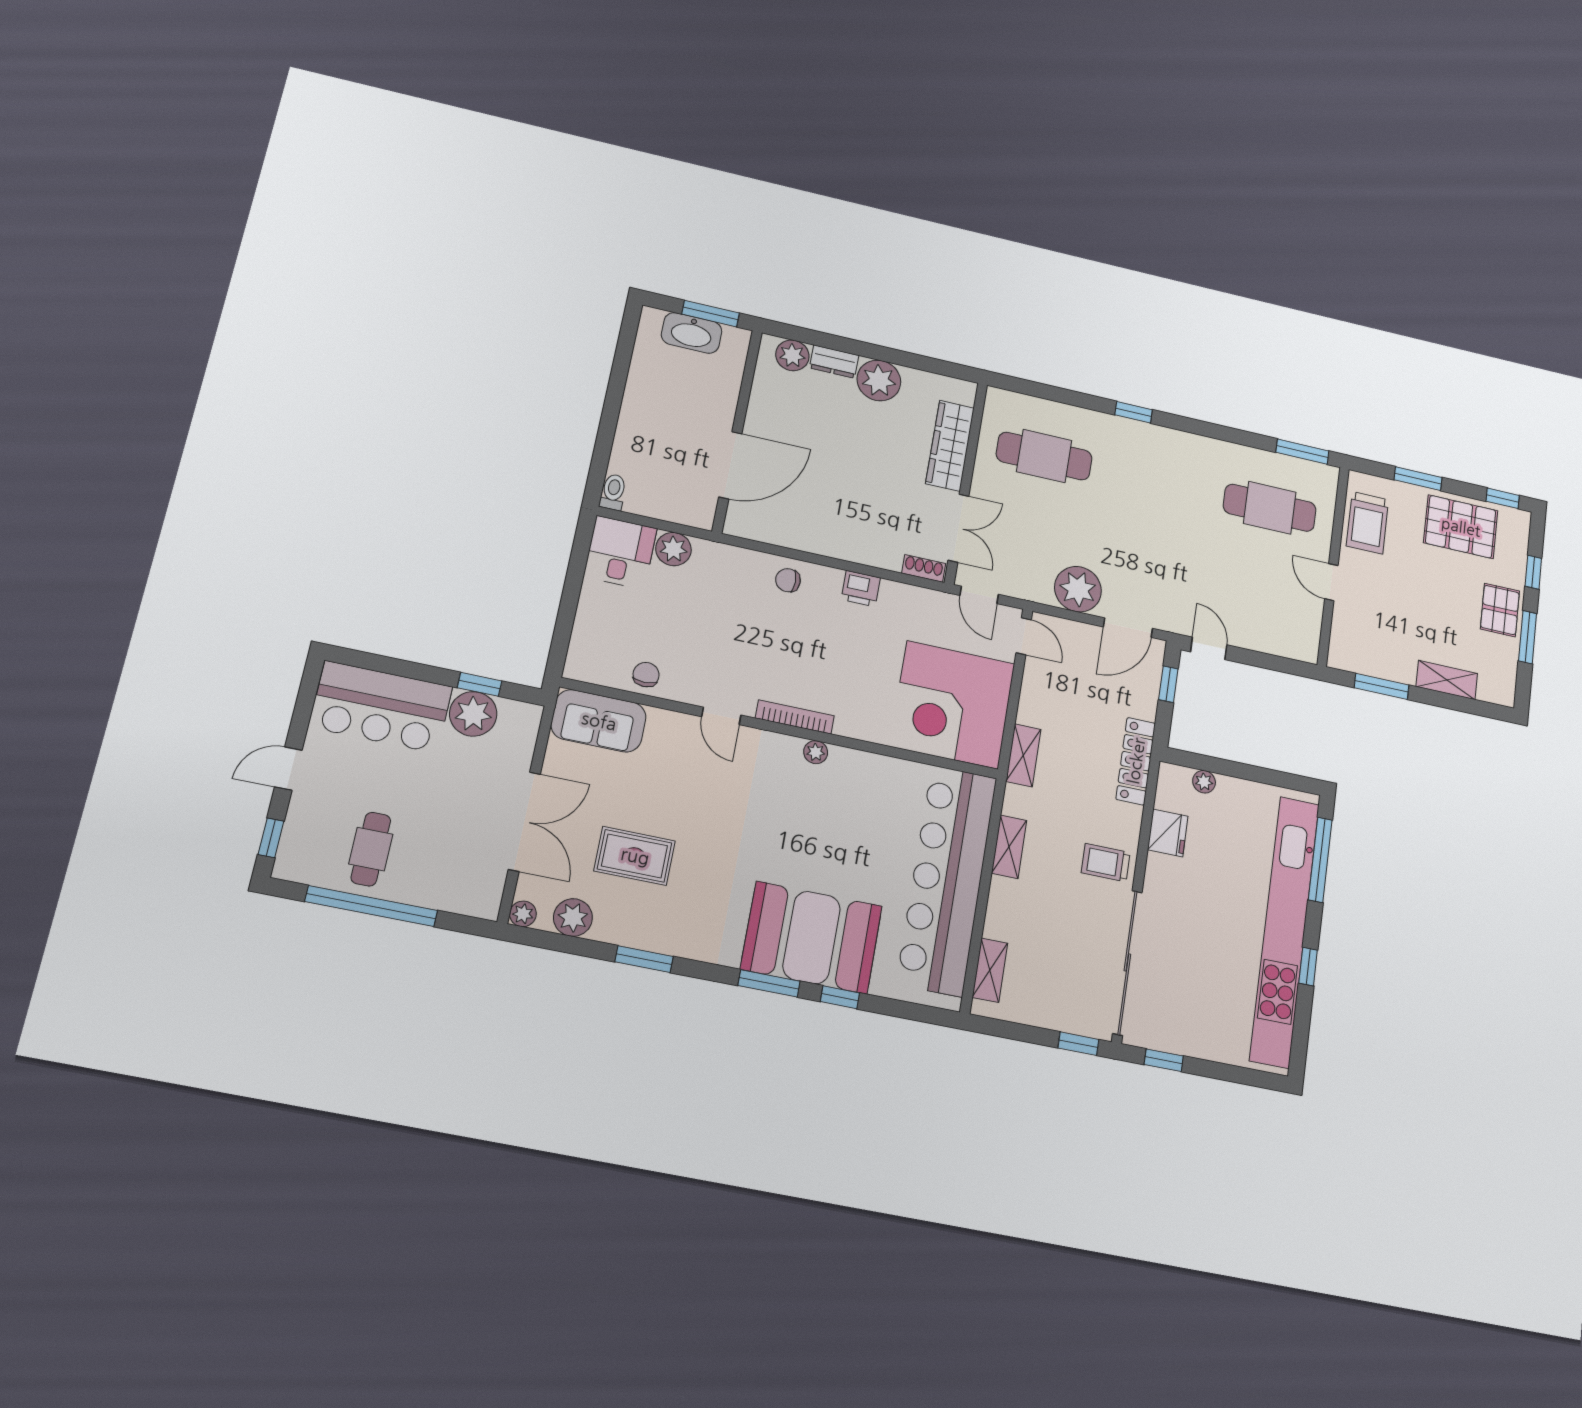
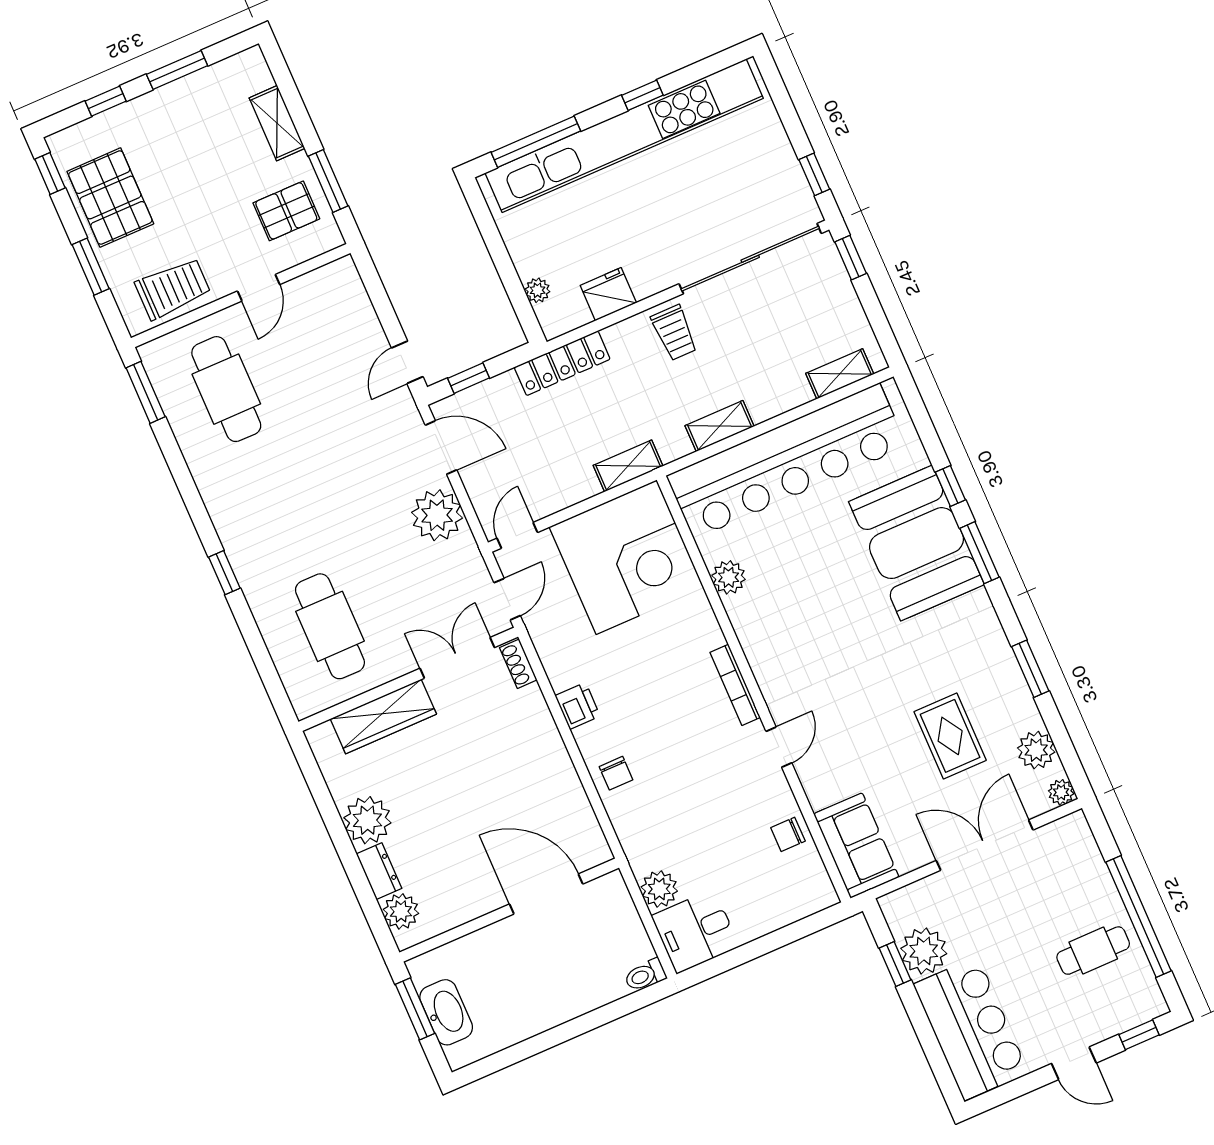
pallet: (1500, 610) -> (286, 211), moved
plant: (816, 752) -> (729, 577), moved, width x1.38, depth x1.38

